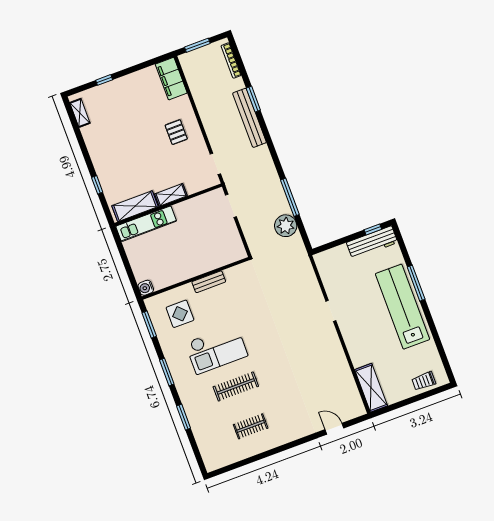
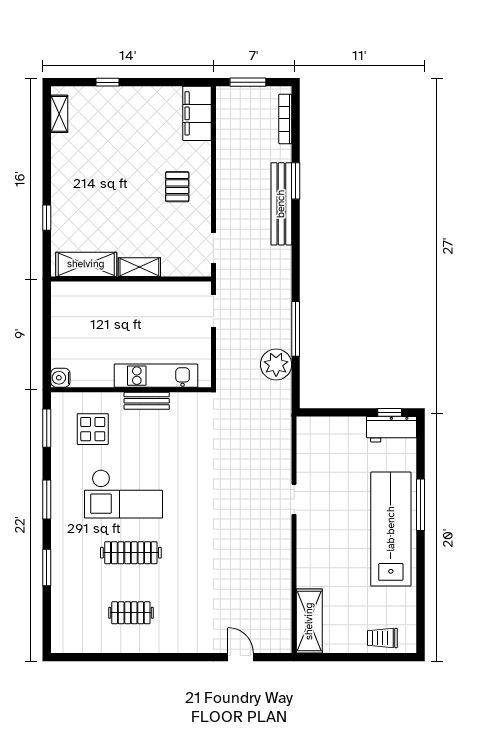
kitchen unit: (146, 224) -> (156, 376), moved, turned 180
workbench: (372, 242) -> (392, 429), width x0.73

